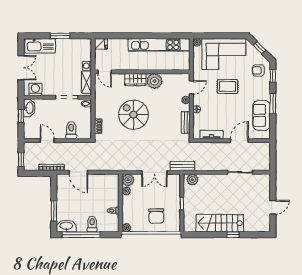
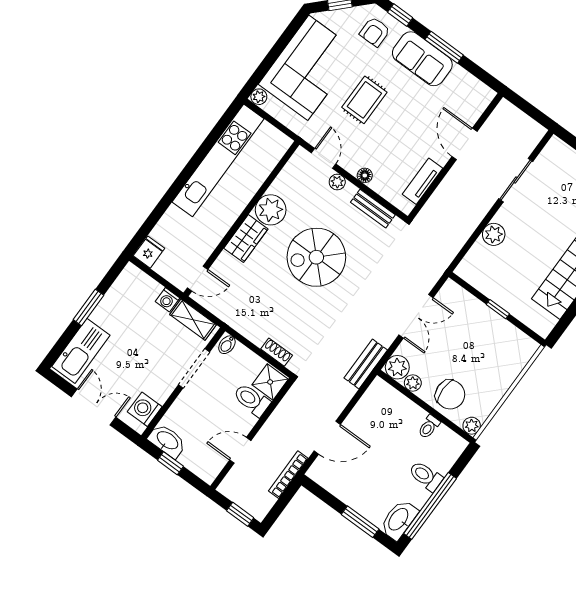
spiral stairs: (133, 115) -> (316, 257), moved
sofa: (262, 115) -> (422, 59), moved
shower: (84, 132) -> (270, 382), added
bench: (182, 166) -> (366, 364), moved
plant: (192, 180) -> (494, 234), moved
chair: (156, 216) -> (450, 395), moved

